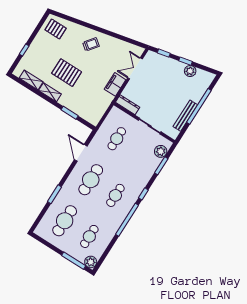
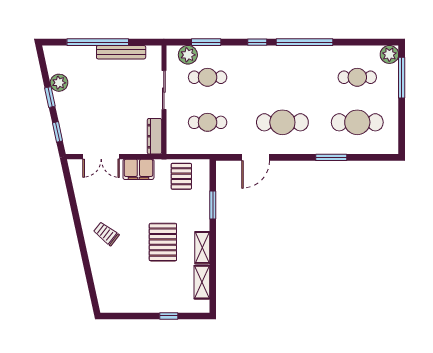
pallet: (56, 29) -> (181, 176), moved
cafe table: (115, 195) -> (208, 77), moved

